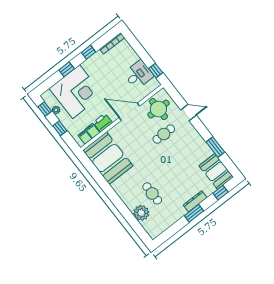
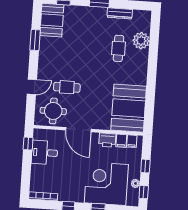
door: (188, 113) -> (32, 87), swing flipped
dresser: (195, 201) -> (120, 13), moved

